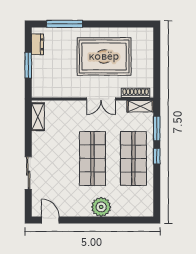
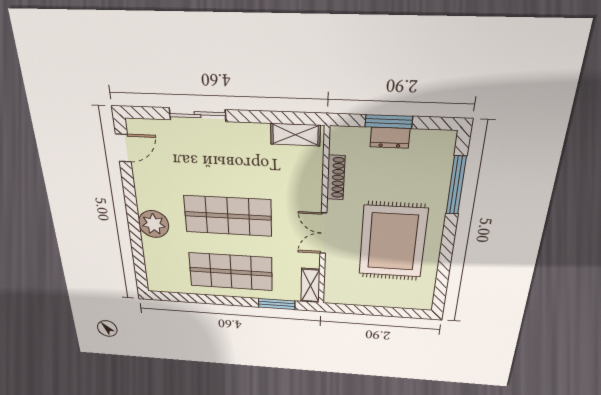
dresser: (38, 44) -> (390, 138), moved
shoe rack: (136, 93) -> (336, 177), moved
window: (157, 156) -> (235, 301), removed

